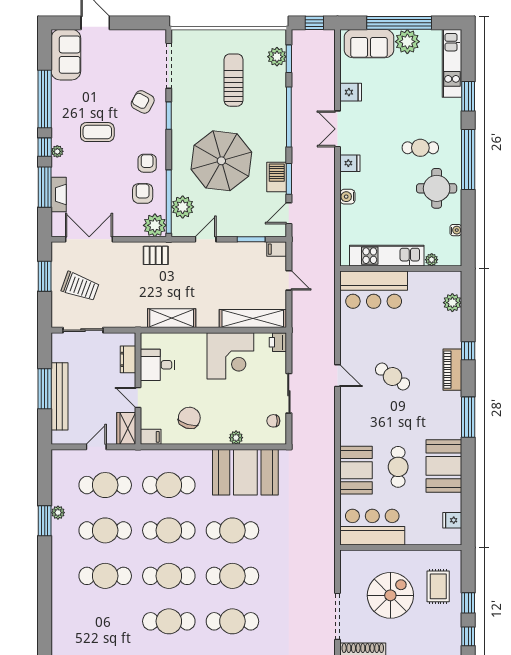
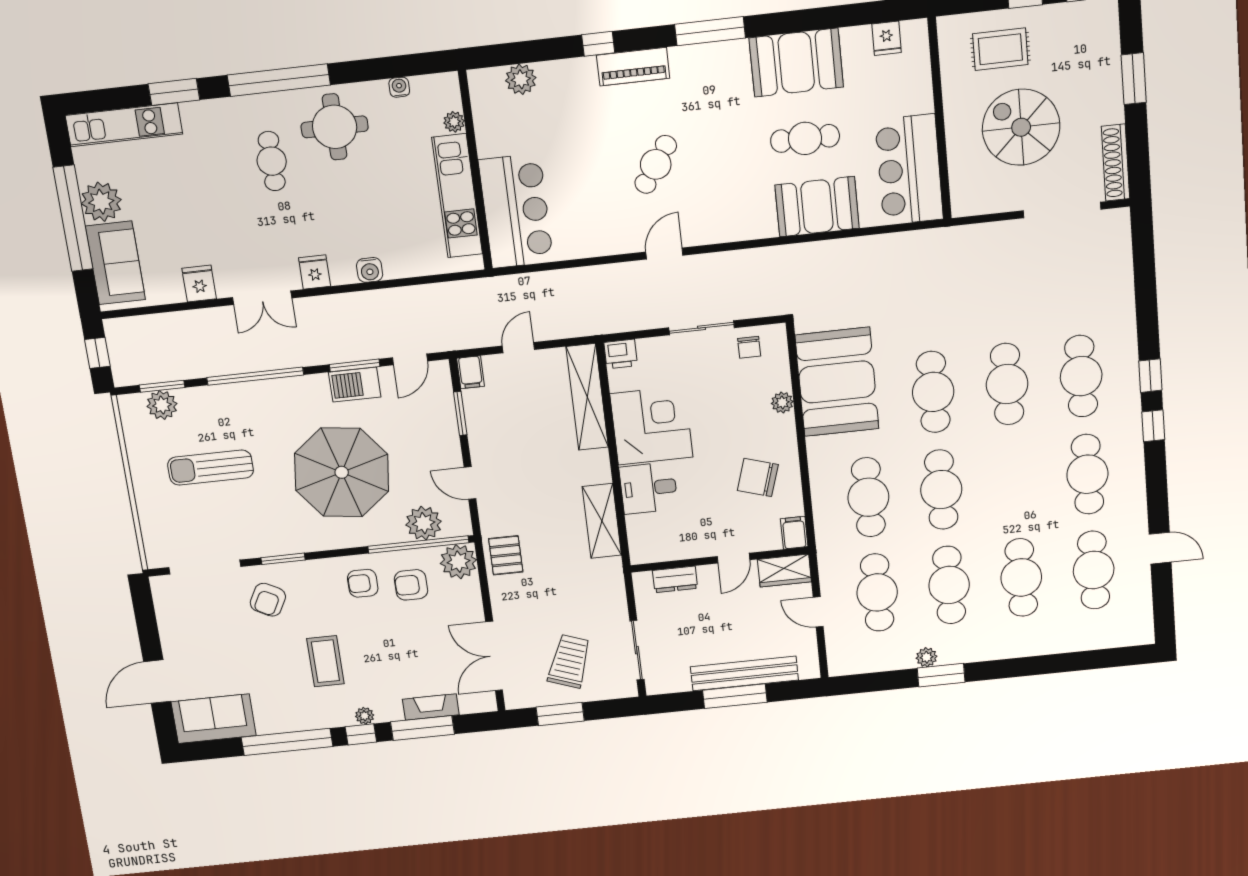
door: (289, 213) -> (410, 359), hinge flipped
desk: (157, 365) -> (648, 488), moved, turned 90
cafe table: (169, 576) -> (1094, 570), moved

